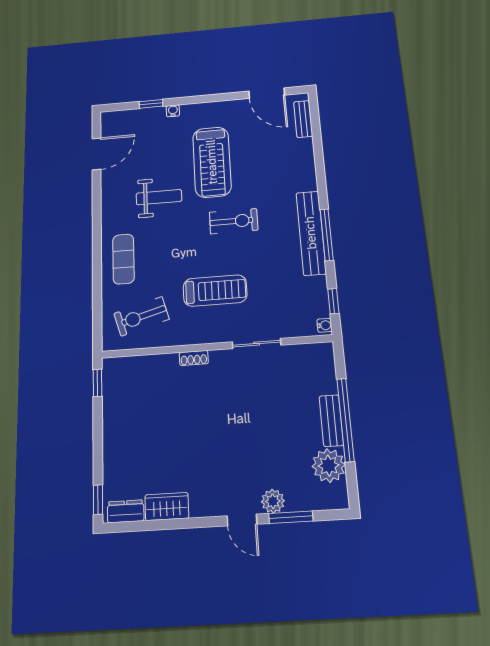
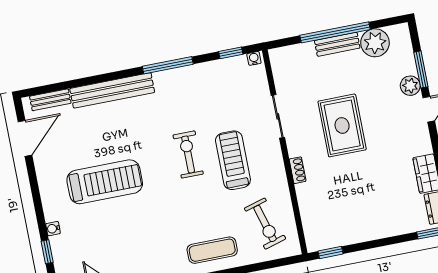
weight bench: (159, 197) -> (147, 227), removed
exercise bike: (234, 221) -> (188, 154), moved
bench: (311, 233) -> (112, 90), moved
rug: (237, 414) -> (342, 125), added

